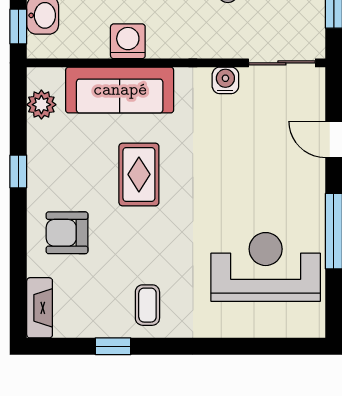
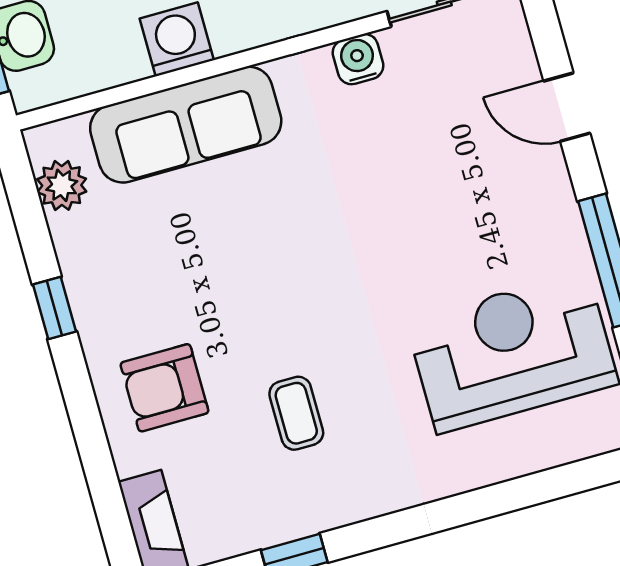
rug: (139, 174) -> (257, 257), removed
coffee table: (147, 305) -> (296, 413), moved

